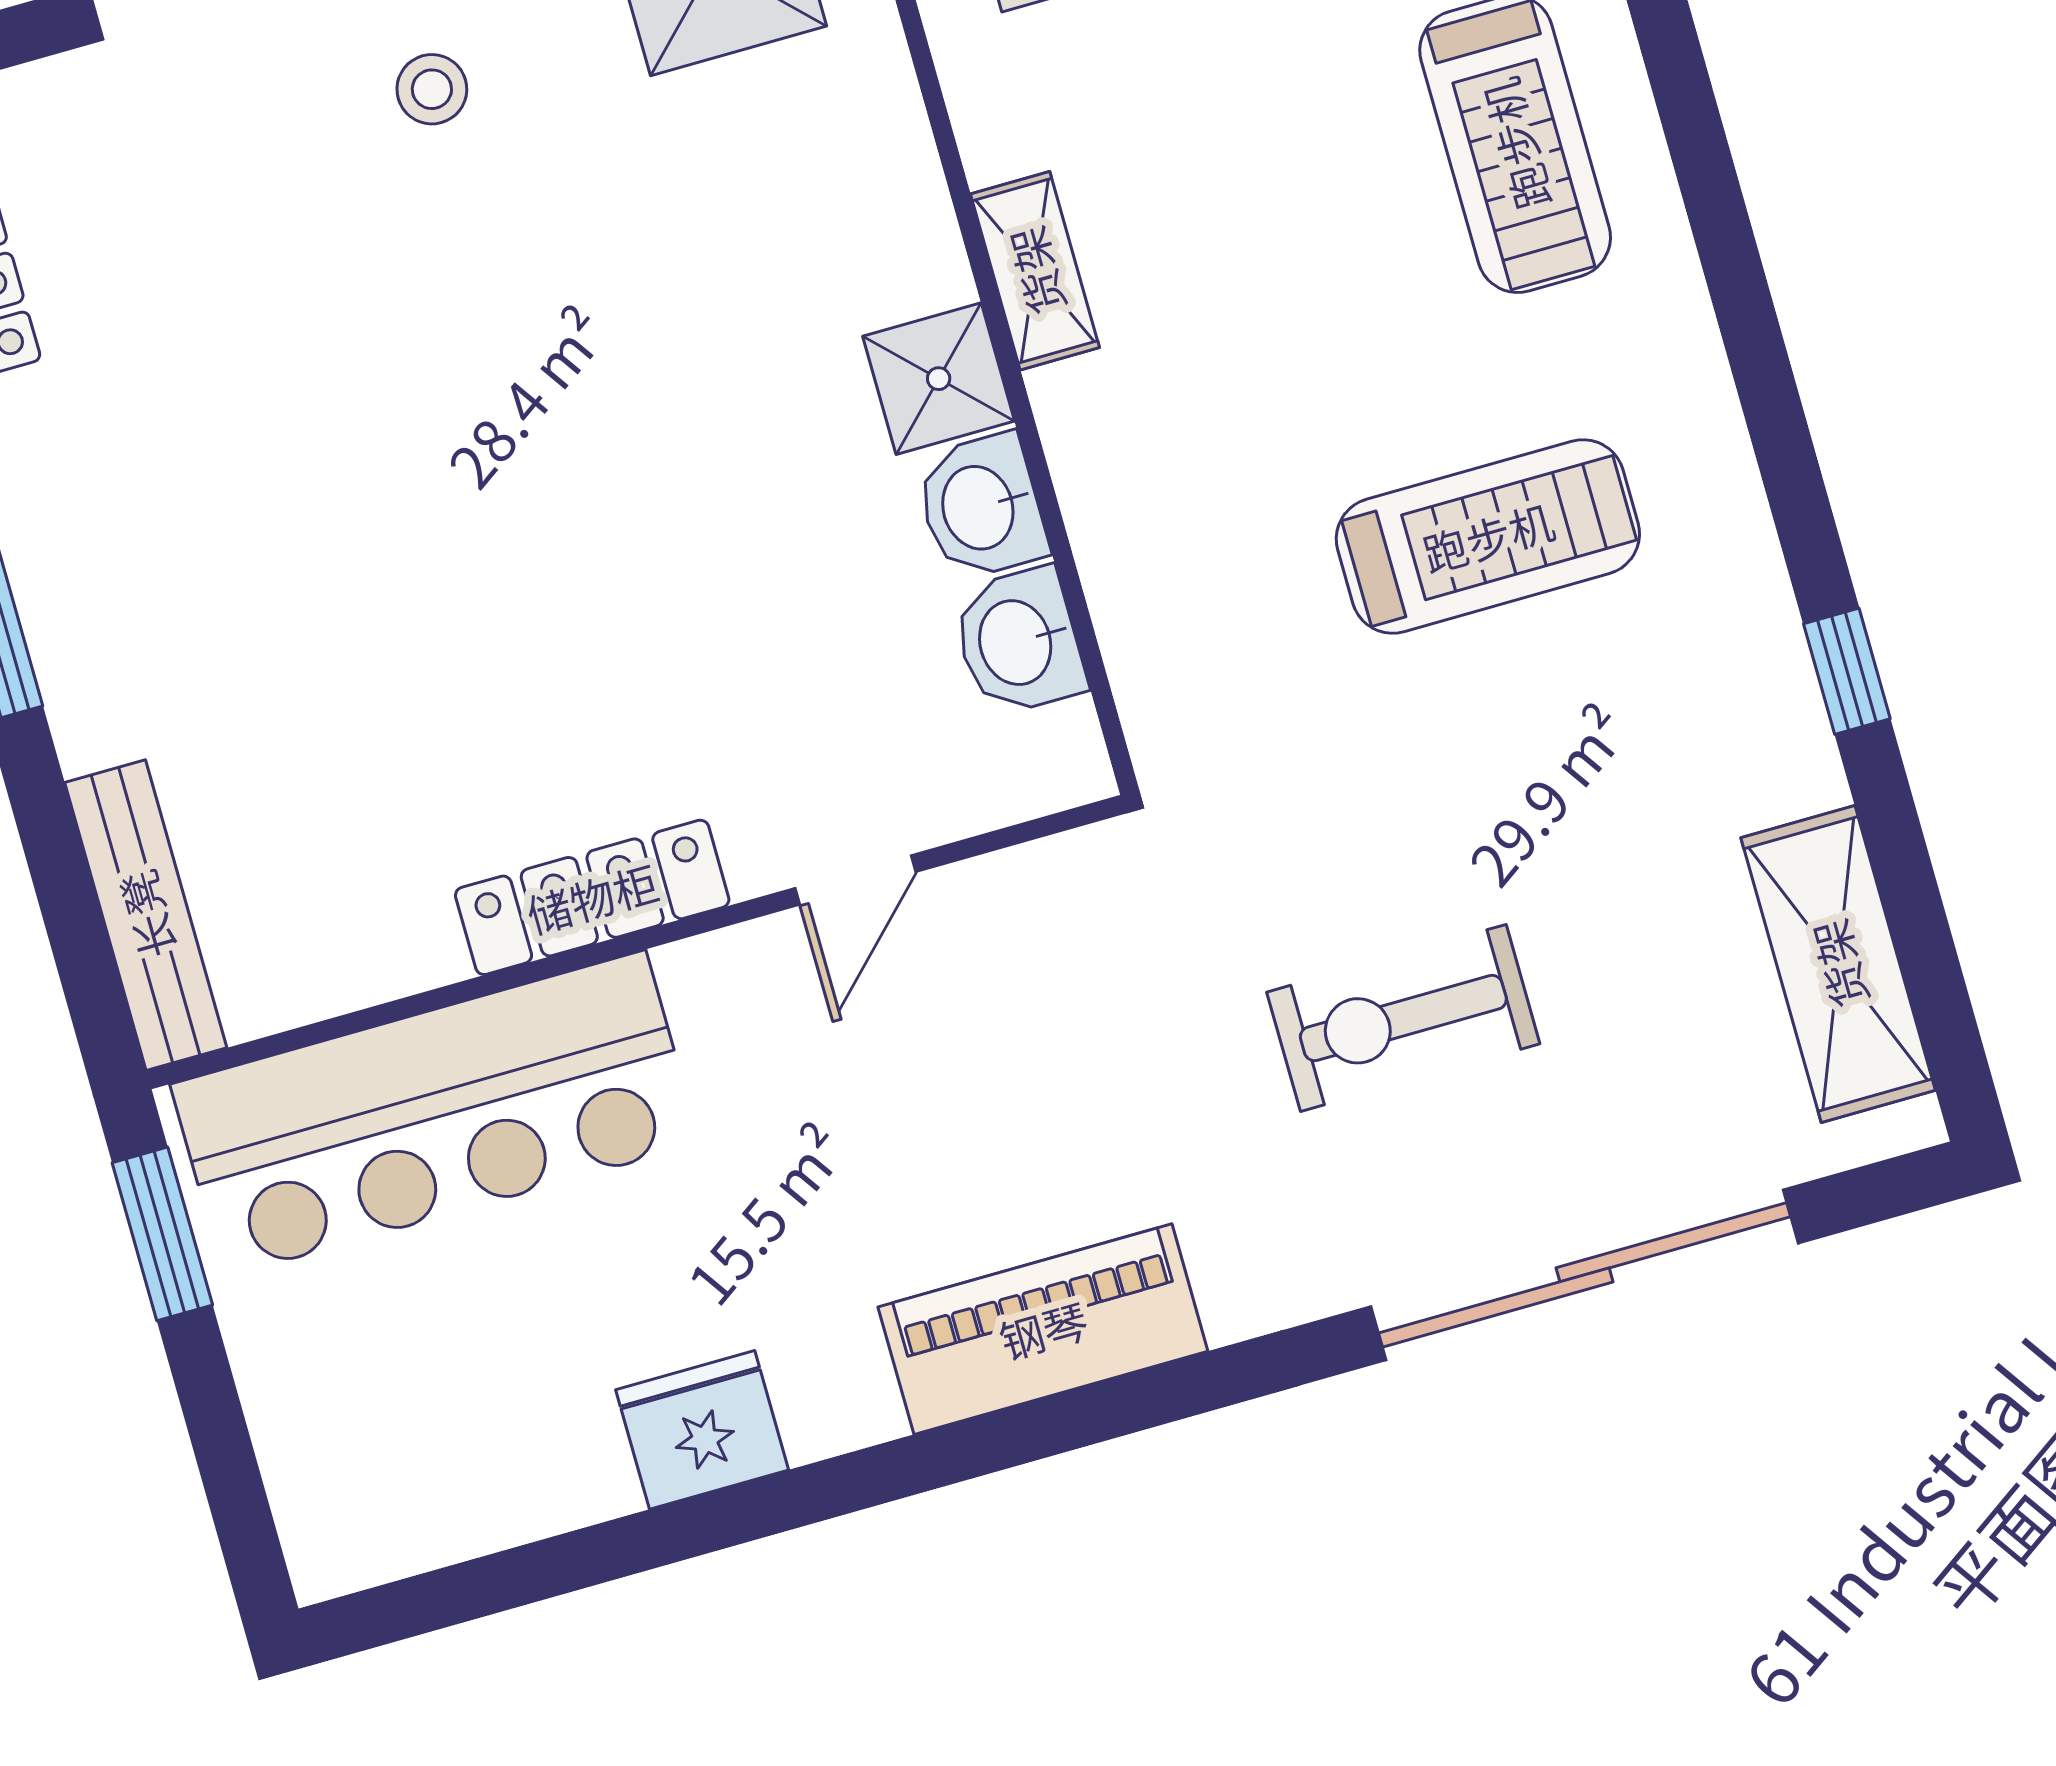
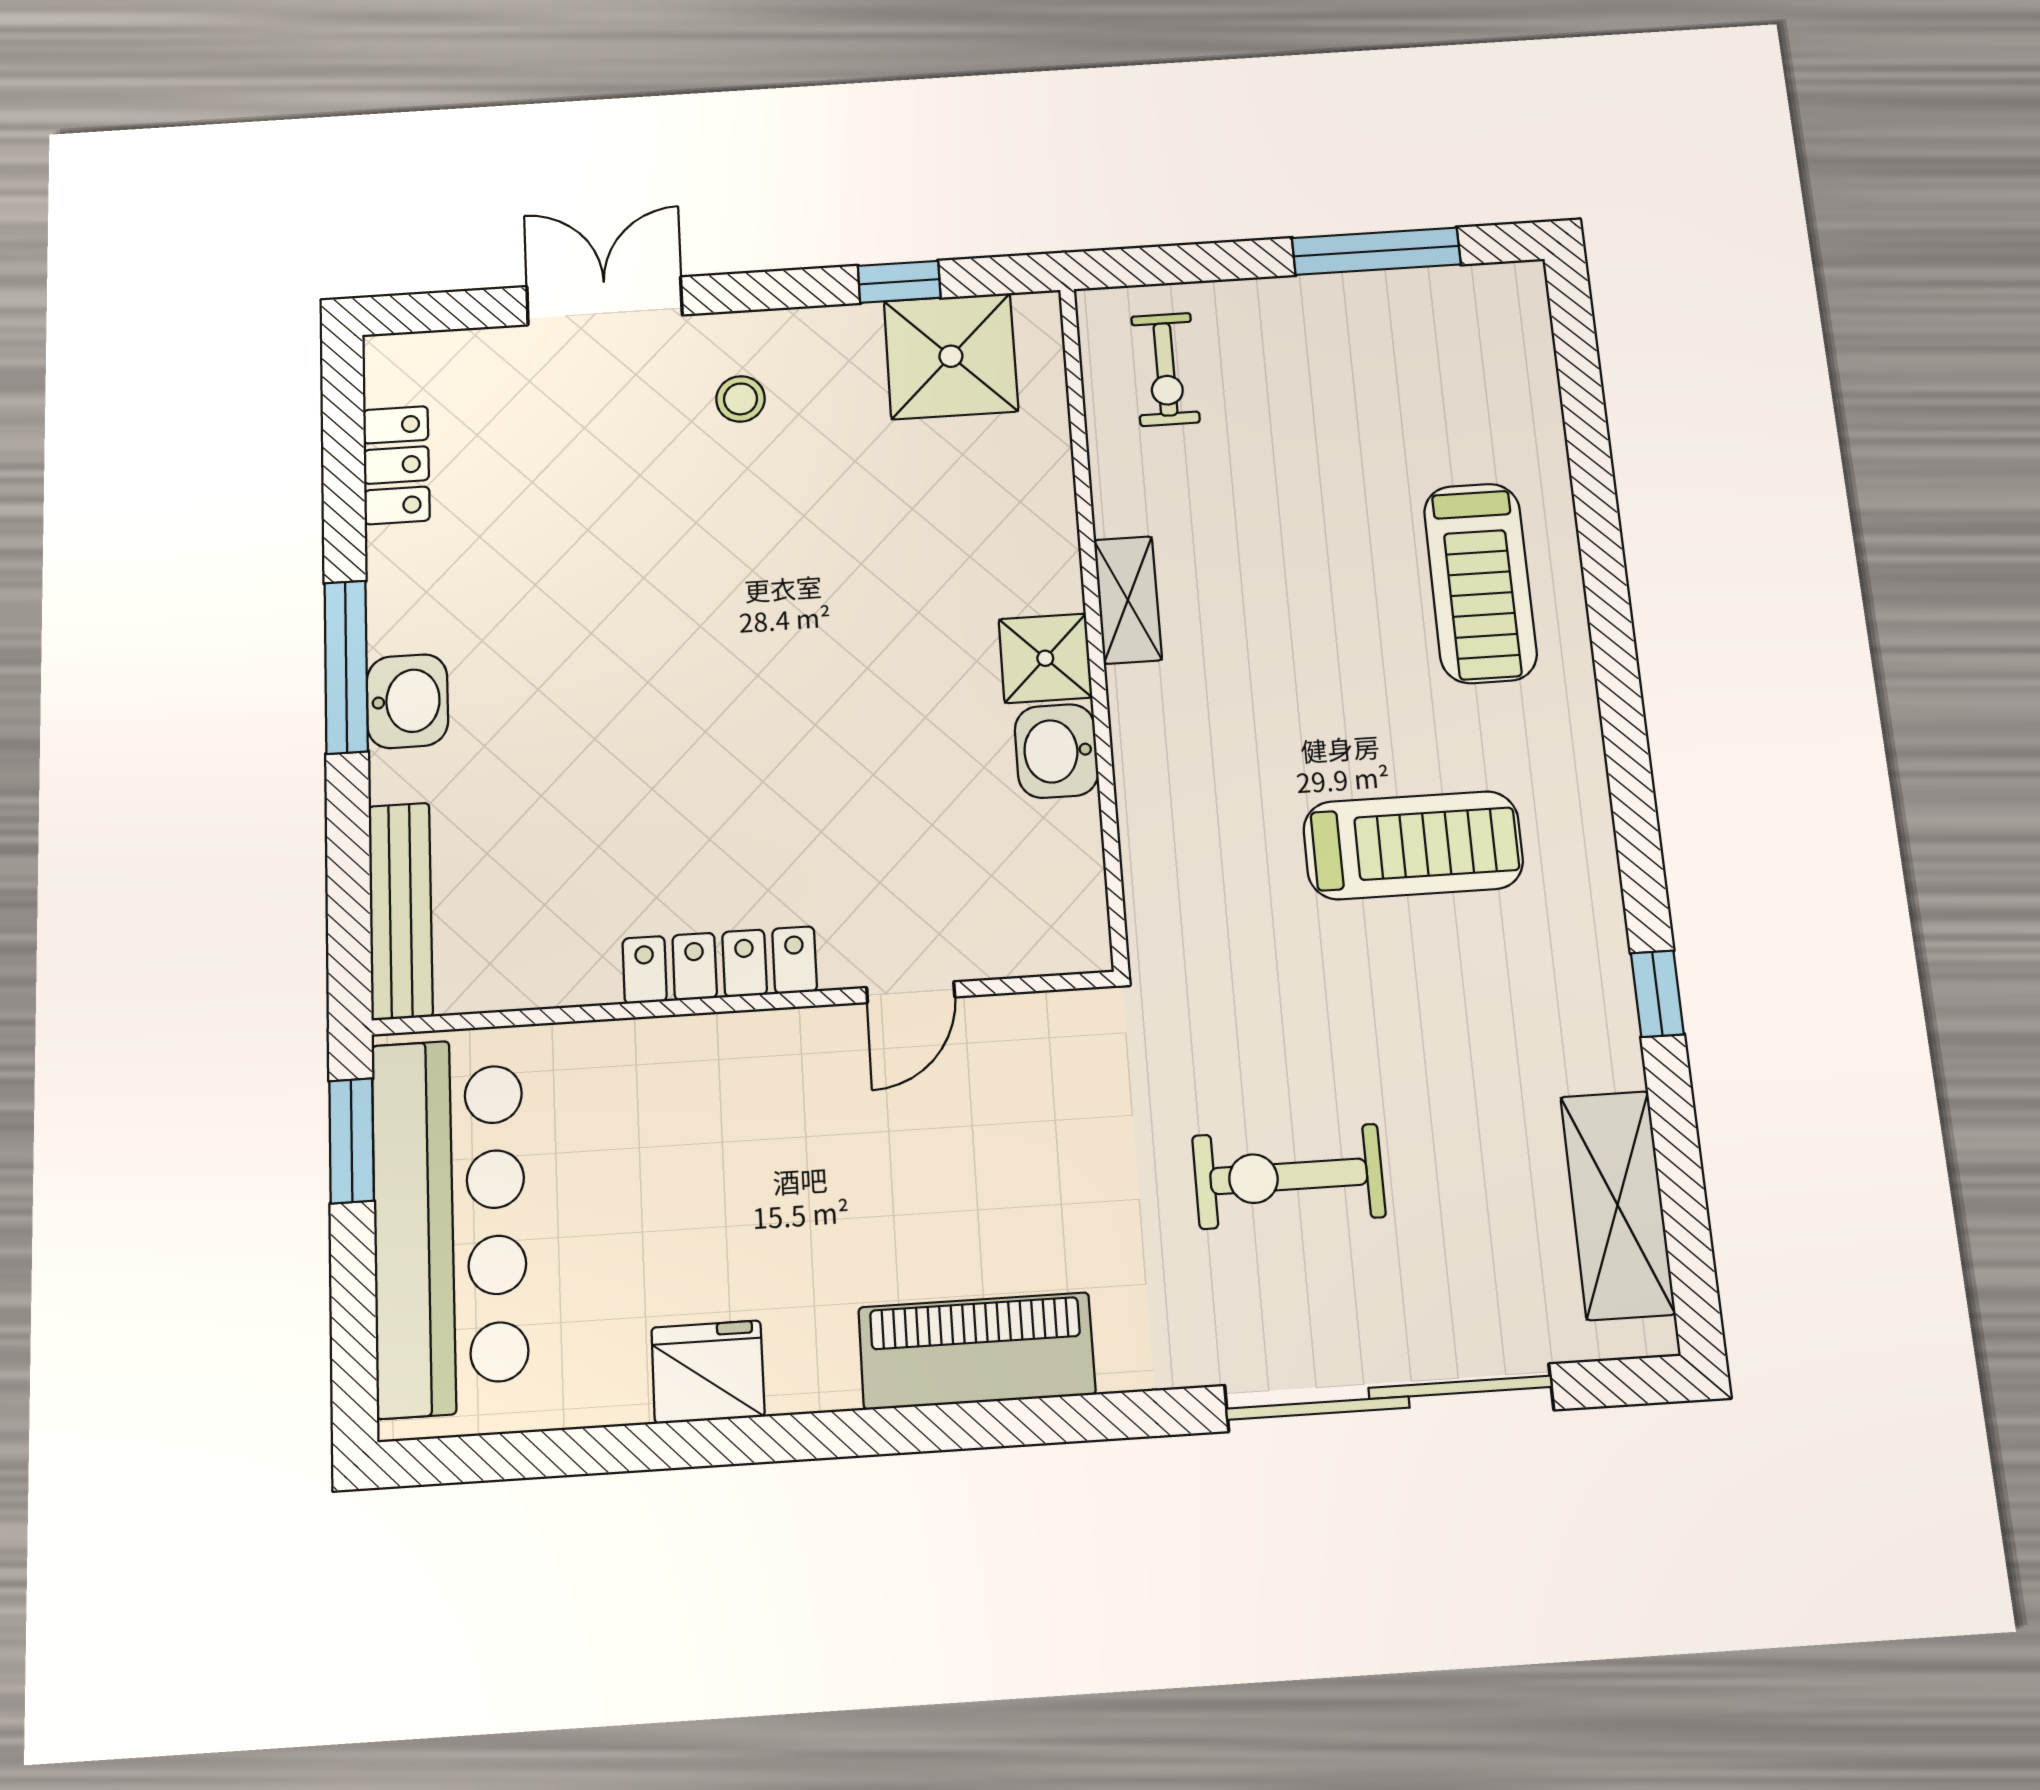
washbasin: (1018, 642) -> (407, 701), moved, turned 180
bar counter: (435, 1114) -> (450, 1225), moved, turned -90

